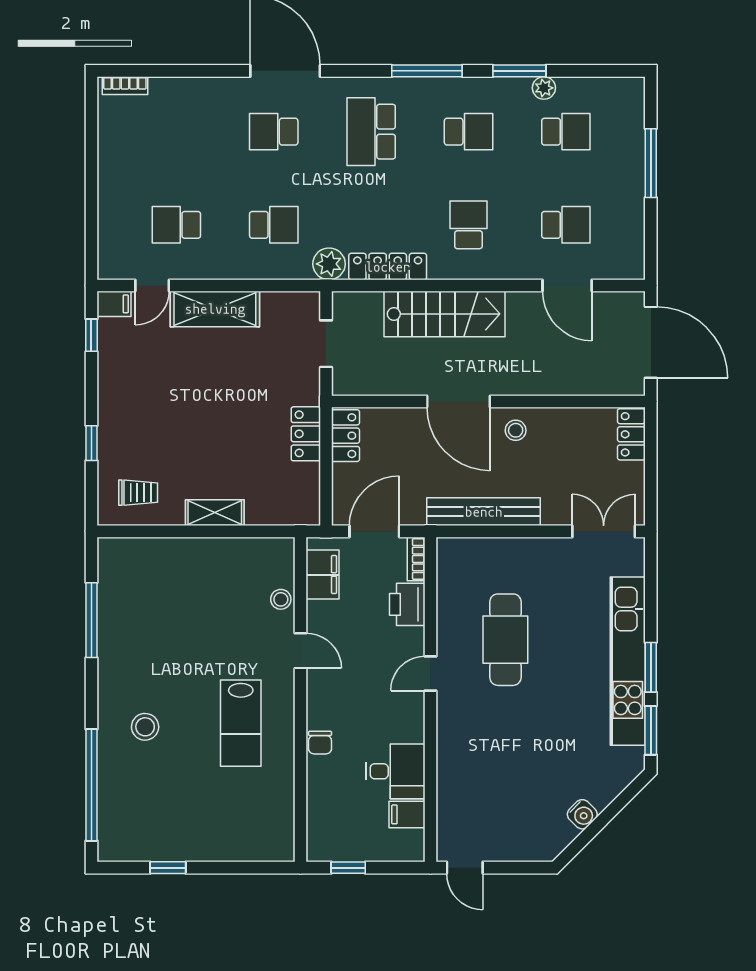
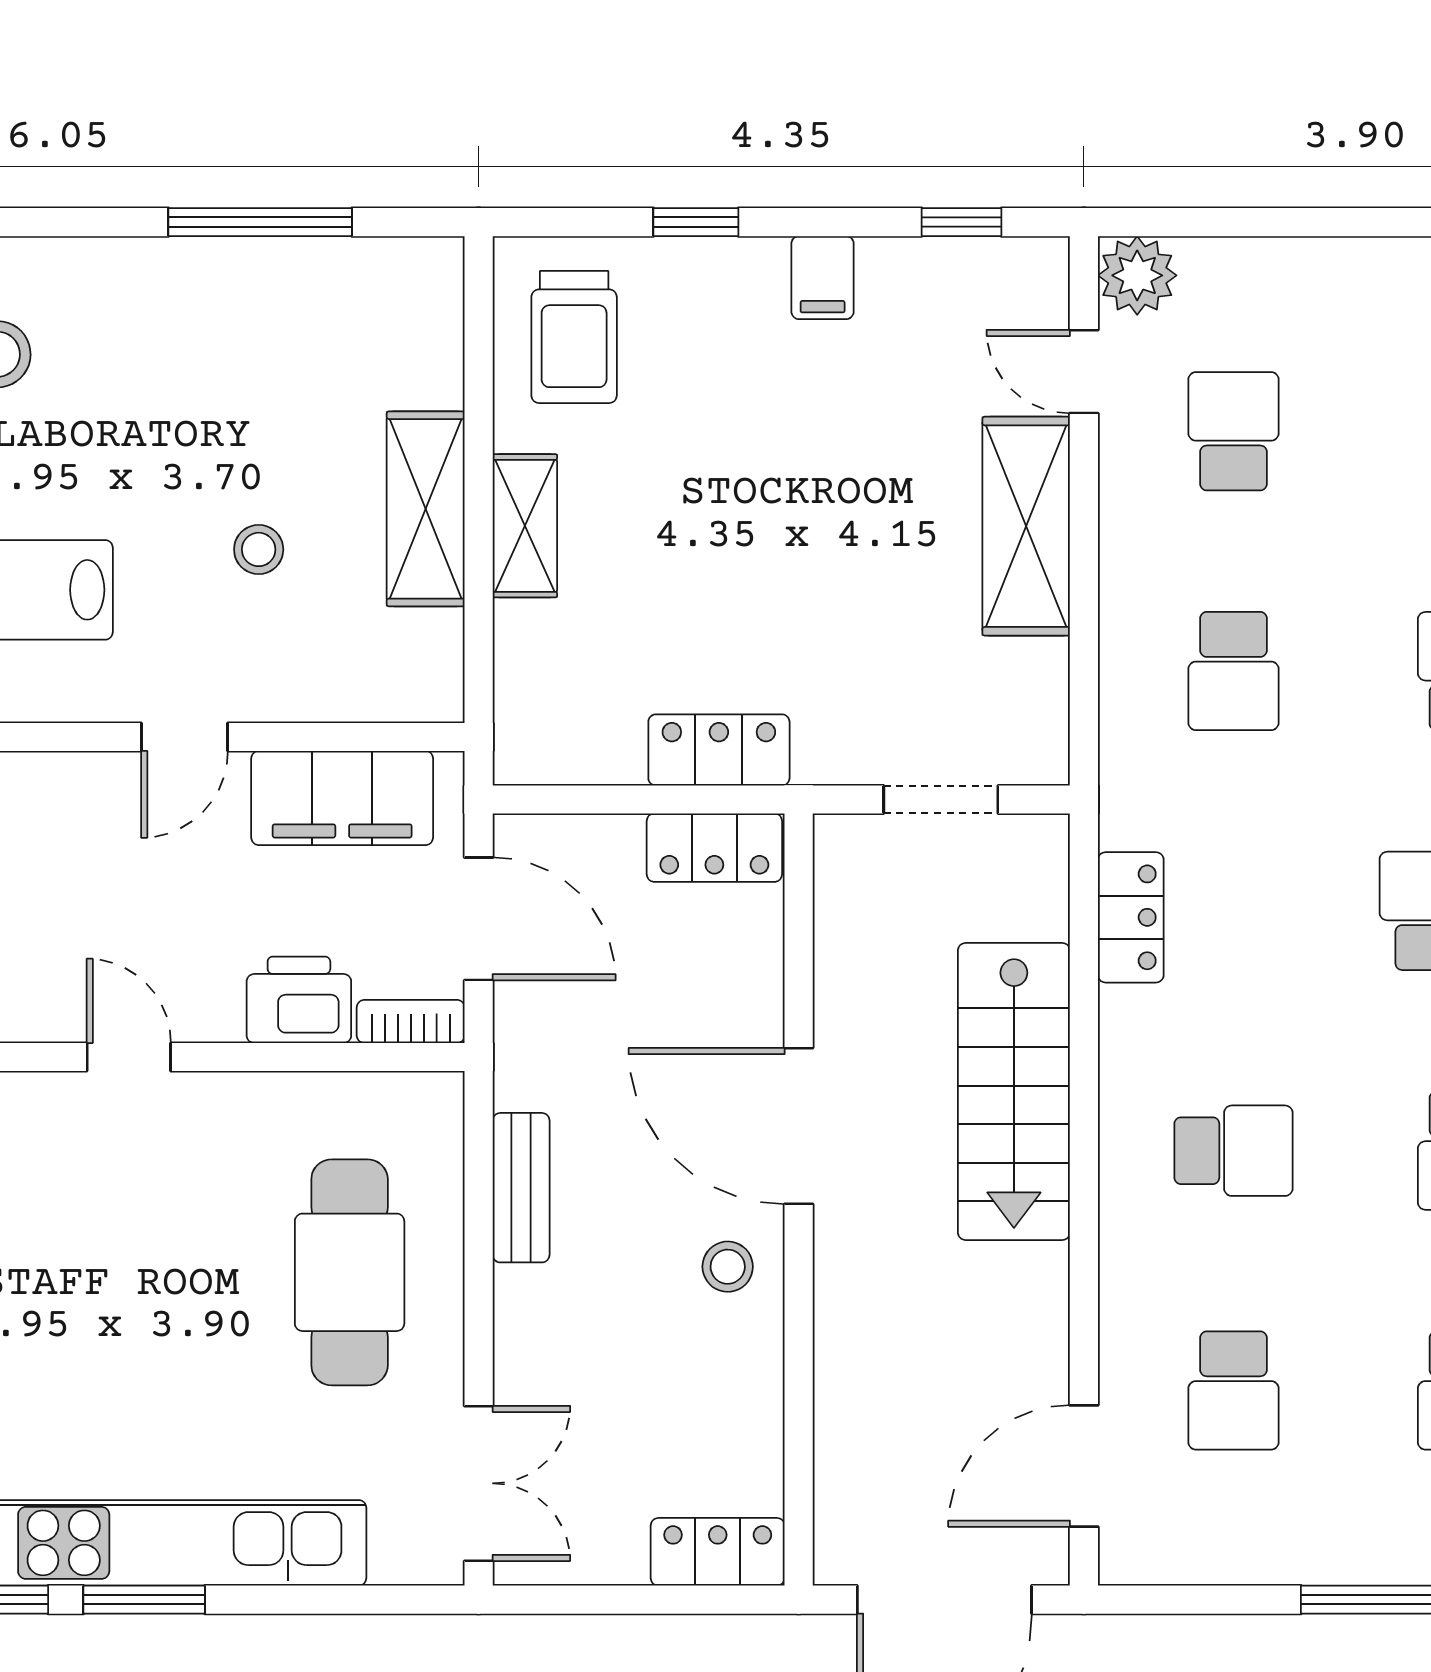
plant: (329, 264) -> (1137, 275), moved
locker: (388, 267) -> (1131, 917), width x0.66
door: (567, 286) -> (1084, 1466), moved
filing cabinet: (114, 304) -> (823, 278), moved
door: (459, 401) -> (799, 1126), hinge flipped
trolley: (138, 493) -> (574, 337), width x1.36, depth x1.39
bench: (484, 512) -> (521, 1188), width x0.54, depth x0.82
shelving: (208, 553) -> (426, 509), added
filing cabinet: (323, 575) -> (342, 798), width x1.50, depth x1.17
stool: (281, 599) -> (259, 549), moved
cafe table: (505, 640) -> (350, 1272), moved, turned 90

